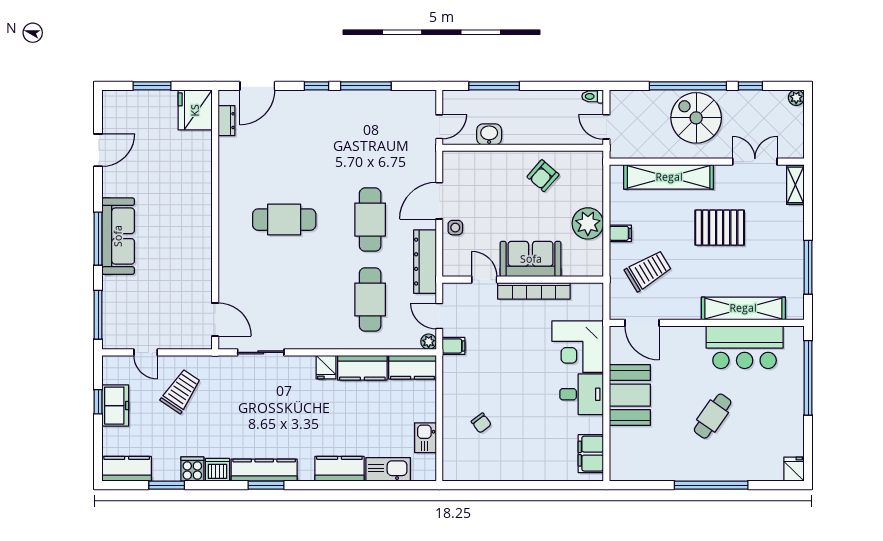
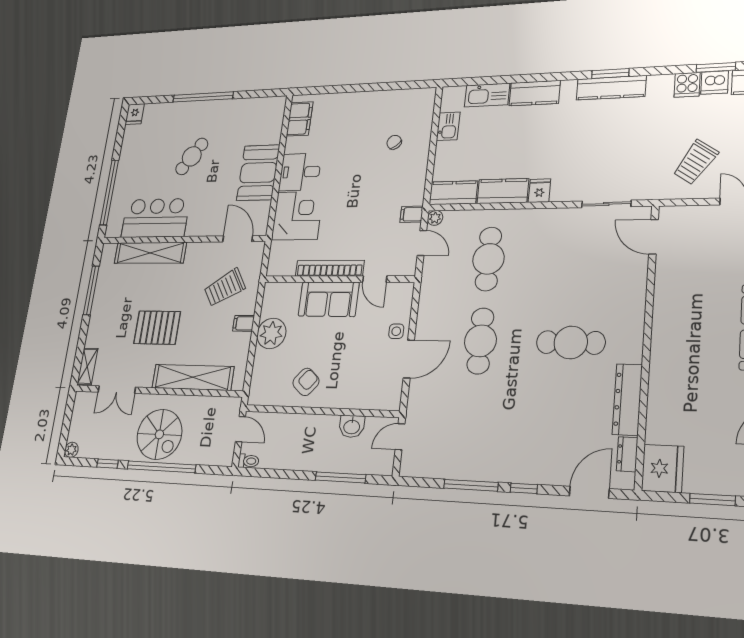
dresser: (425, 262) -> (627, 399), moved, turned 180
dishwasher: (218, 470) -> (715, 83), moved

